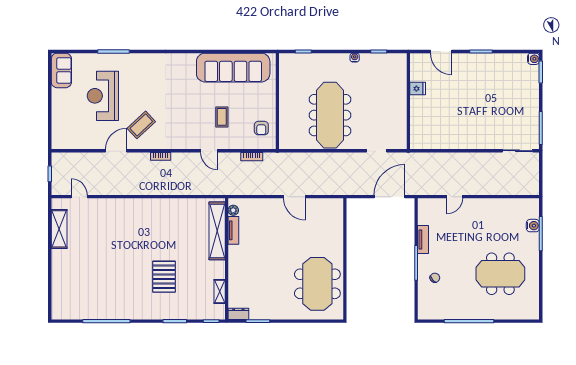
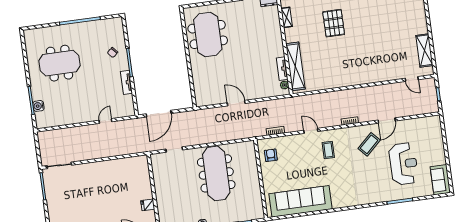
coffee table: (222, 117) -> (328, 150), moved

